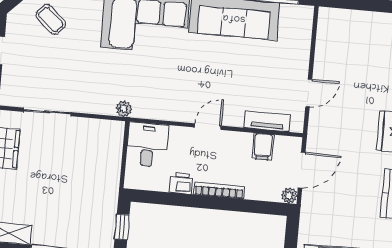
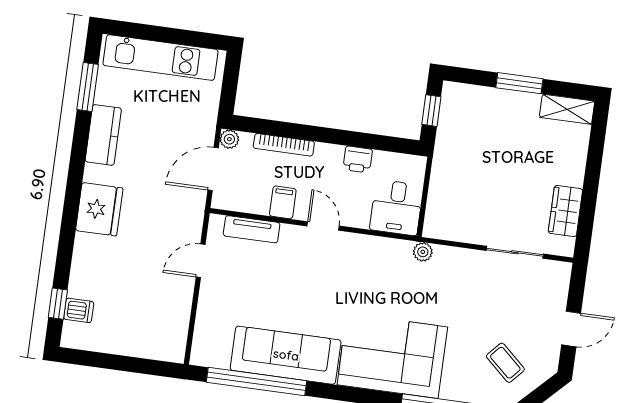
door: (208, 127) -> (323, 226), swing flipped
filing cabinet: (263, 147) -> (283, 202), moved
bookcase: (219, 191) -> (284, 145), moved

